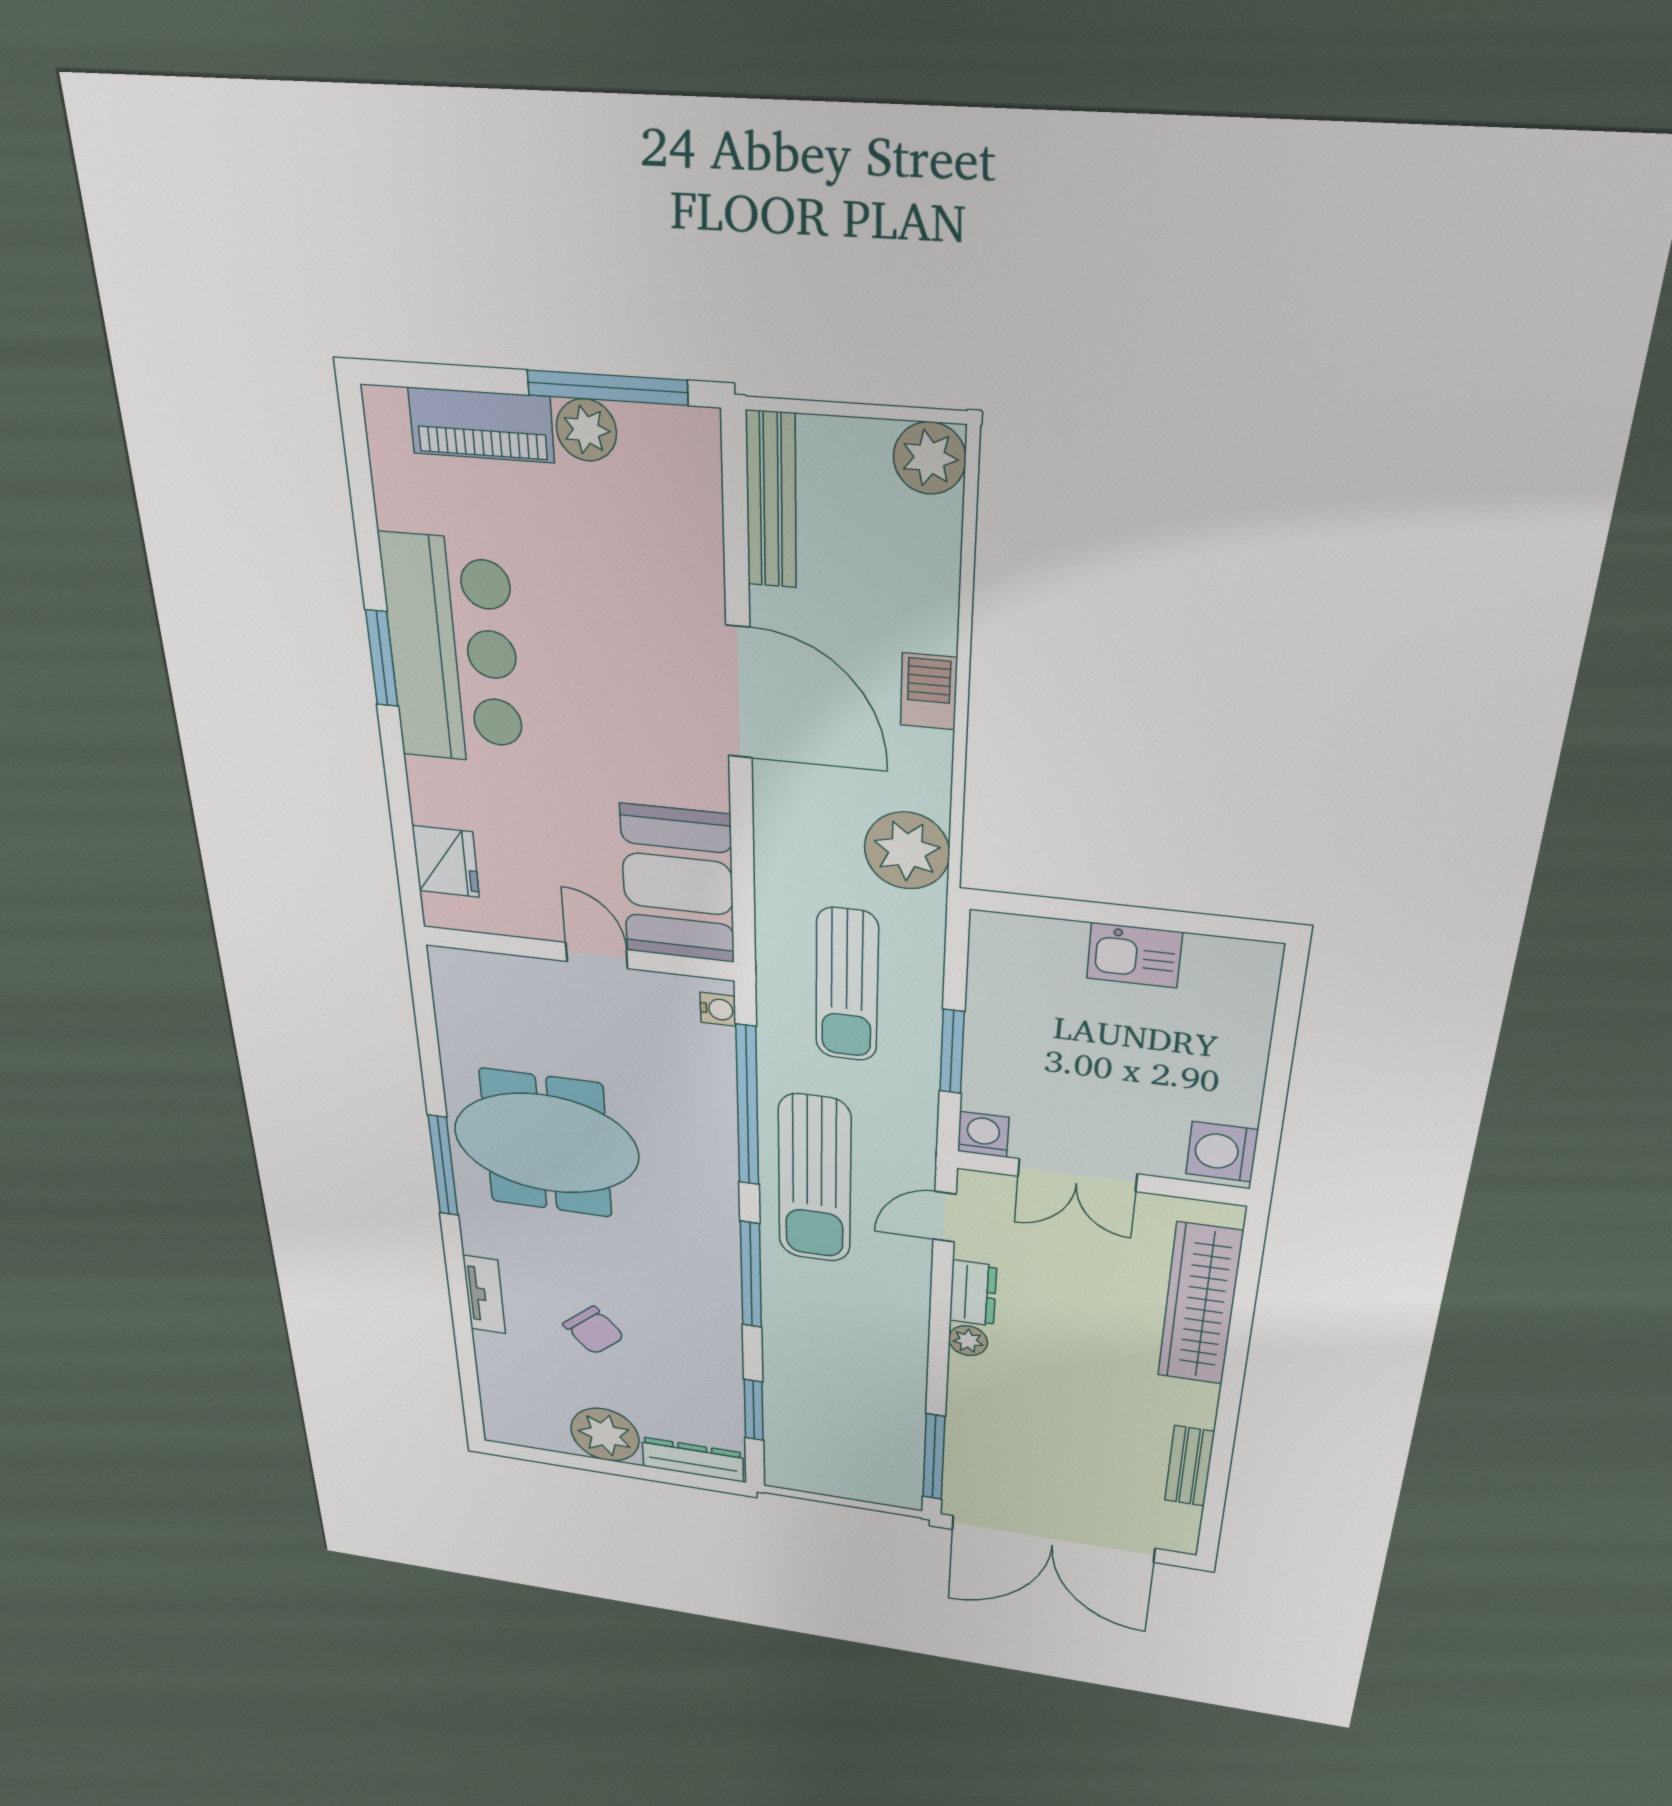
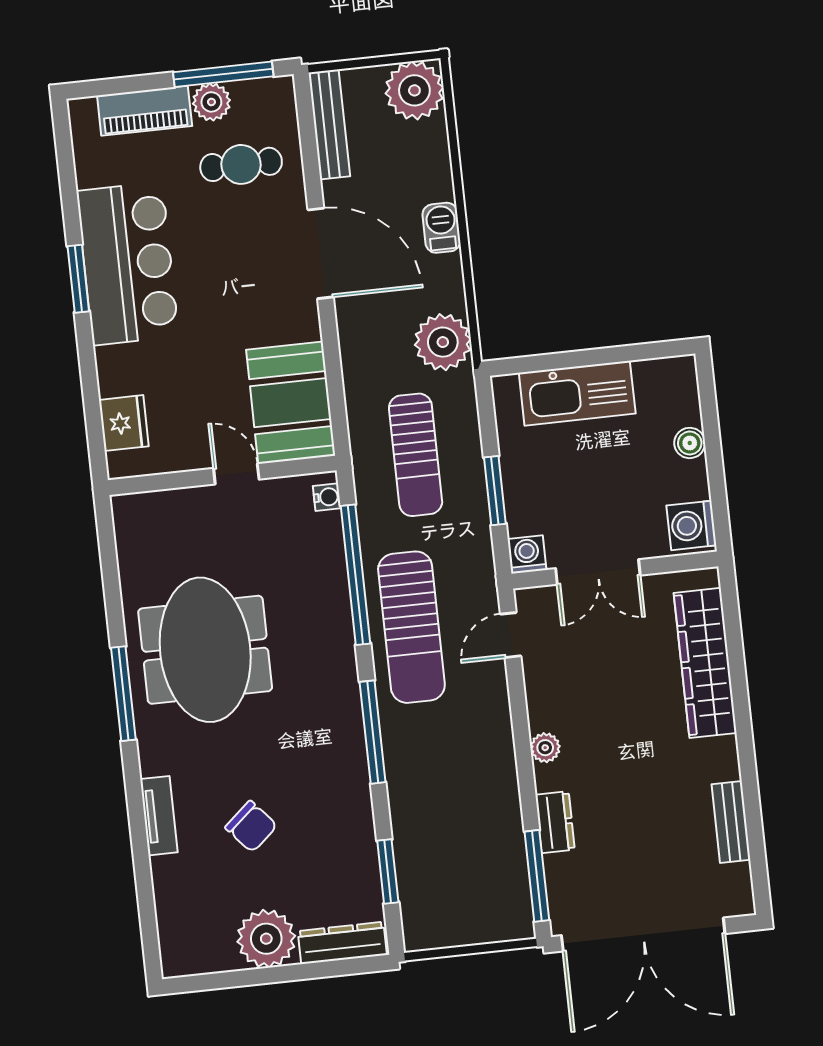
plant: (930, 458) -> (414, 90), width x1.36, depth x1.36
cafe table: (628, 537) -> (241, 164), added
kitchen sink: (1134, 955) -> (577, 393), width x1.88, depth x1.24
boiler: (1246, 1054) -> (690, 443), added
meeting table: (546, 1143) -> (205, 650), turned 90
dresser: (973, 1293) -> (555, 822), moved

